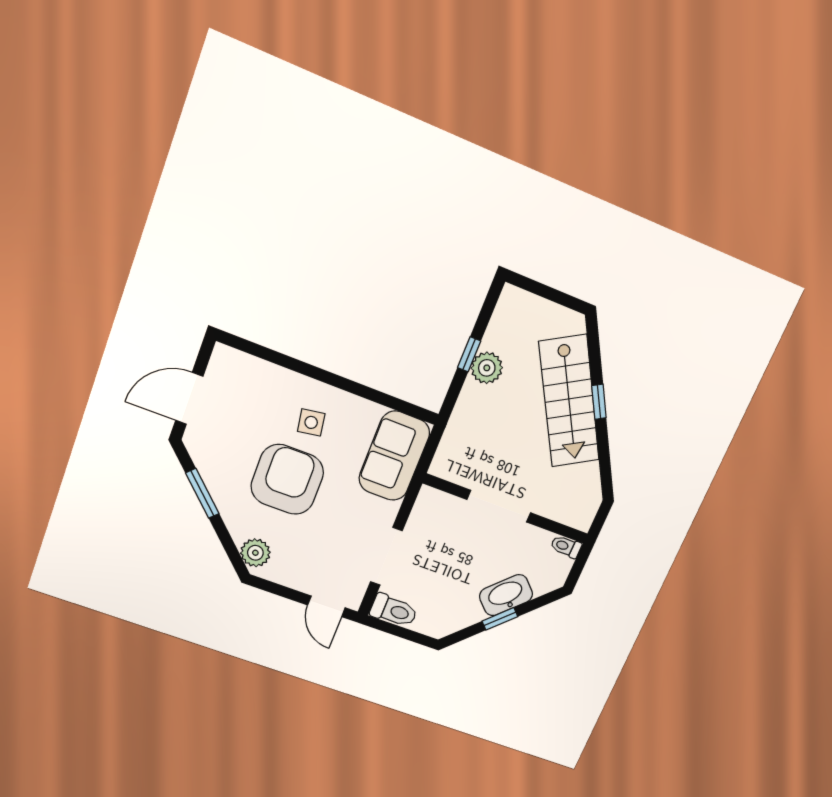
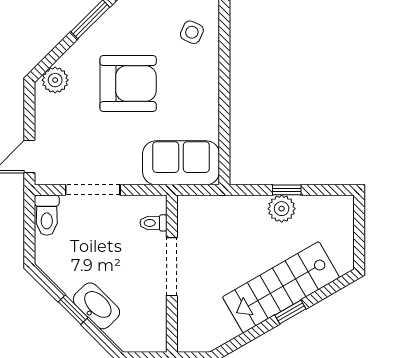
side table: (311, 422) -> (192, 32), moved, turned 33
toilet: (566, 547) -> (153, 223), moved, turned -90

